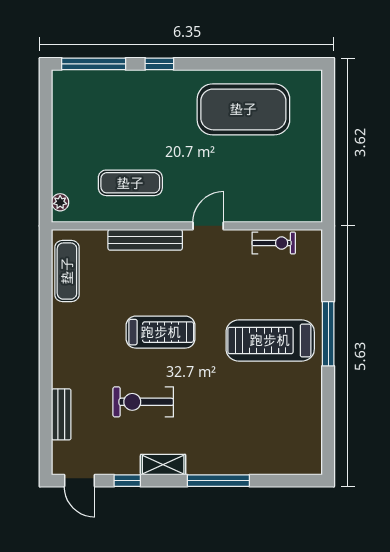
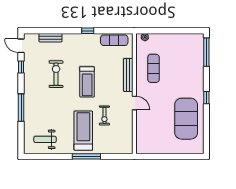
window: (159, 64) -> (206, 98), moved
exercise bike: (274, 243) -> (104, 115), moved
window: (46, 331) -> (88, 31), added
weight bench: (290, 427) -> (45, 139), added
shelving: (163, 465) -> (28, 83), removed
door: (80, 481) -> (21, 46), hinge flipped

